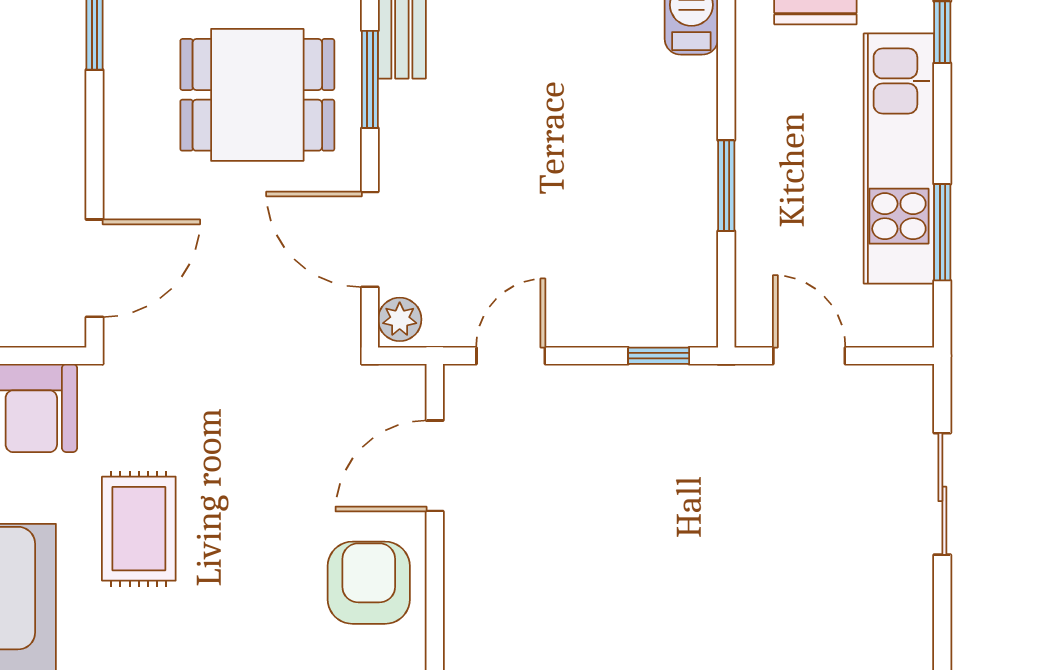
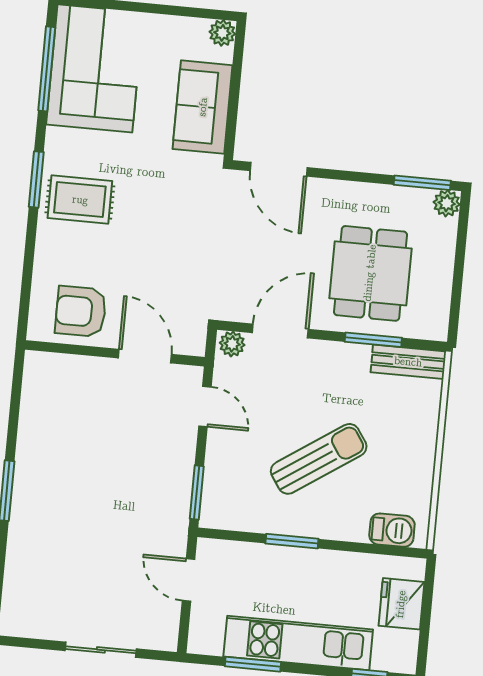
sun lounger: (582, 153) -> (319, 459), added
window: (659, 356) -> (197, 492), width x1.50
door: (809, 356) -> (188, 580), swing flipped
rug: (139, 529) -> (80, 200), moved
armchair: (369, 583) -> (81, 311), turned 180

